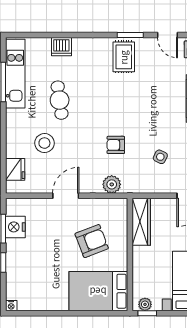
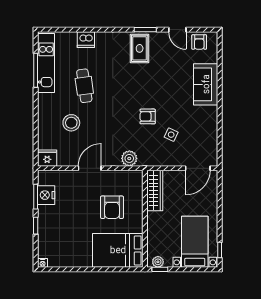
armchair: (116, 145) -> (148, 116), moved
fridge: (15, 169) -> (47, 158), moved, turned -90
armchair: (92, 241) -> (112, 207), turned 111

